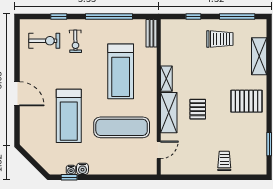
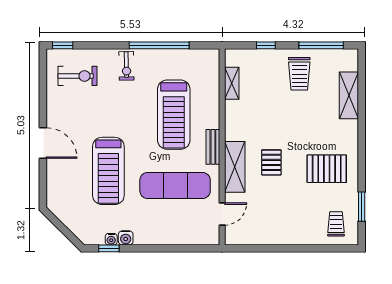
window: (59, 16) -> (63, 45), moved
bench: (151, 33) -> (213, 147), moved
trolley: (220, 39) -> (299, 74), turned 90
exercise bike: (75, 41) -> (126, 66), moved
shelving: (166, 79) -> (232, 83), moved
pallet: (247, 101) -> (327, 169), moved
trolley: (224, 161) -> (336, 224), moved

